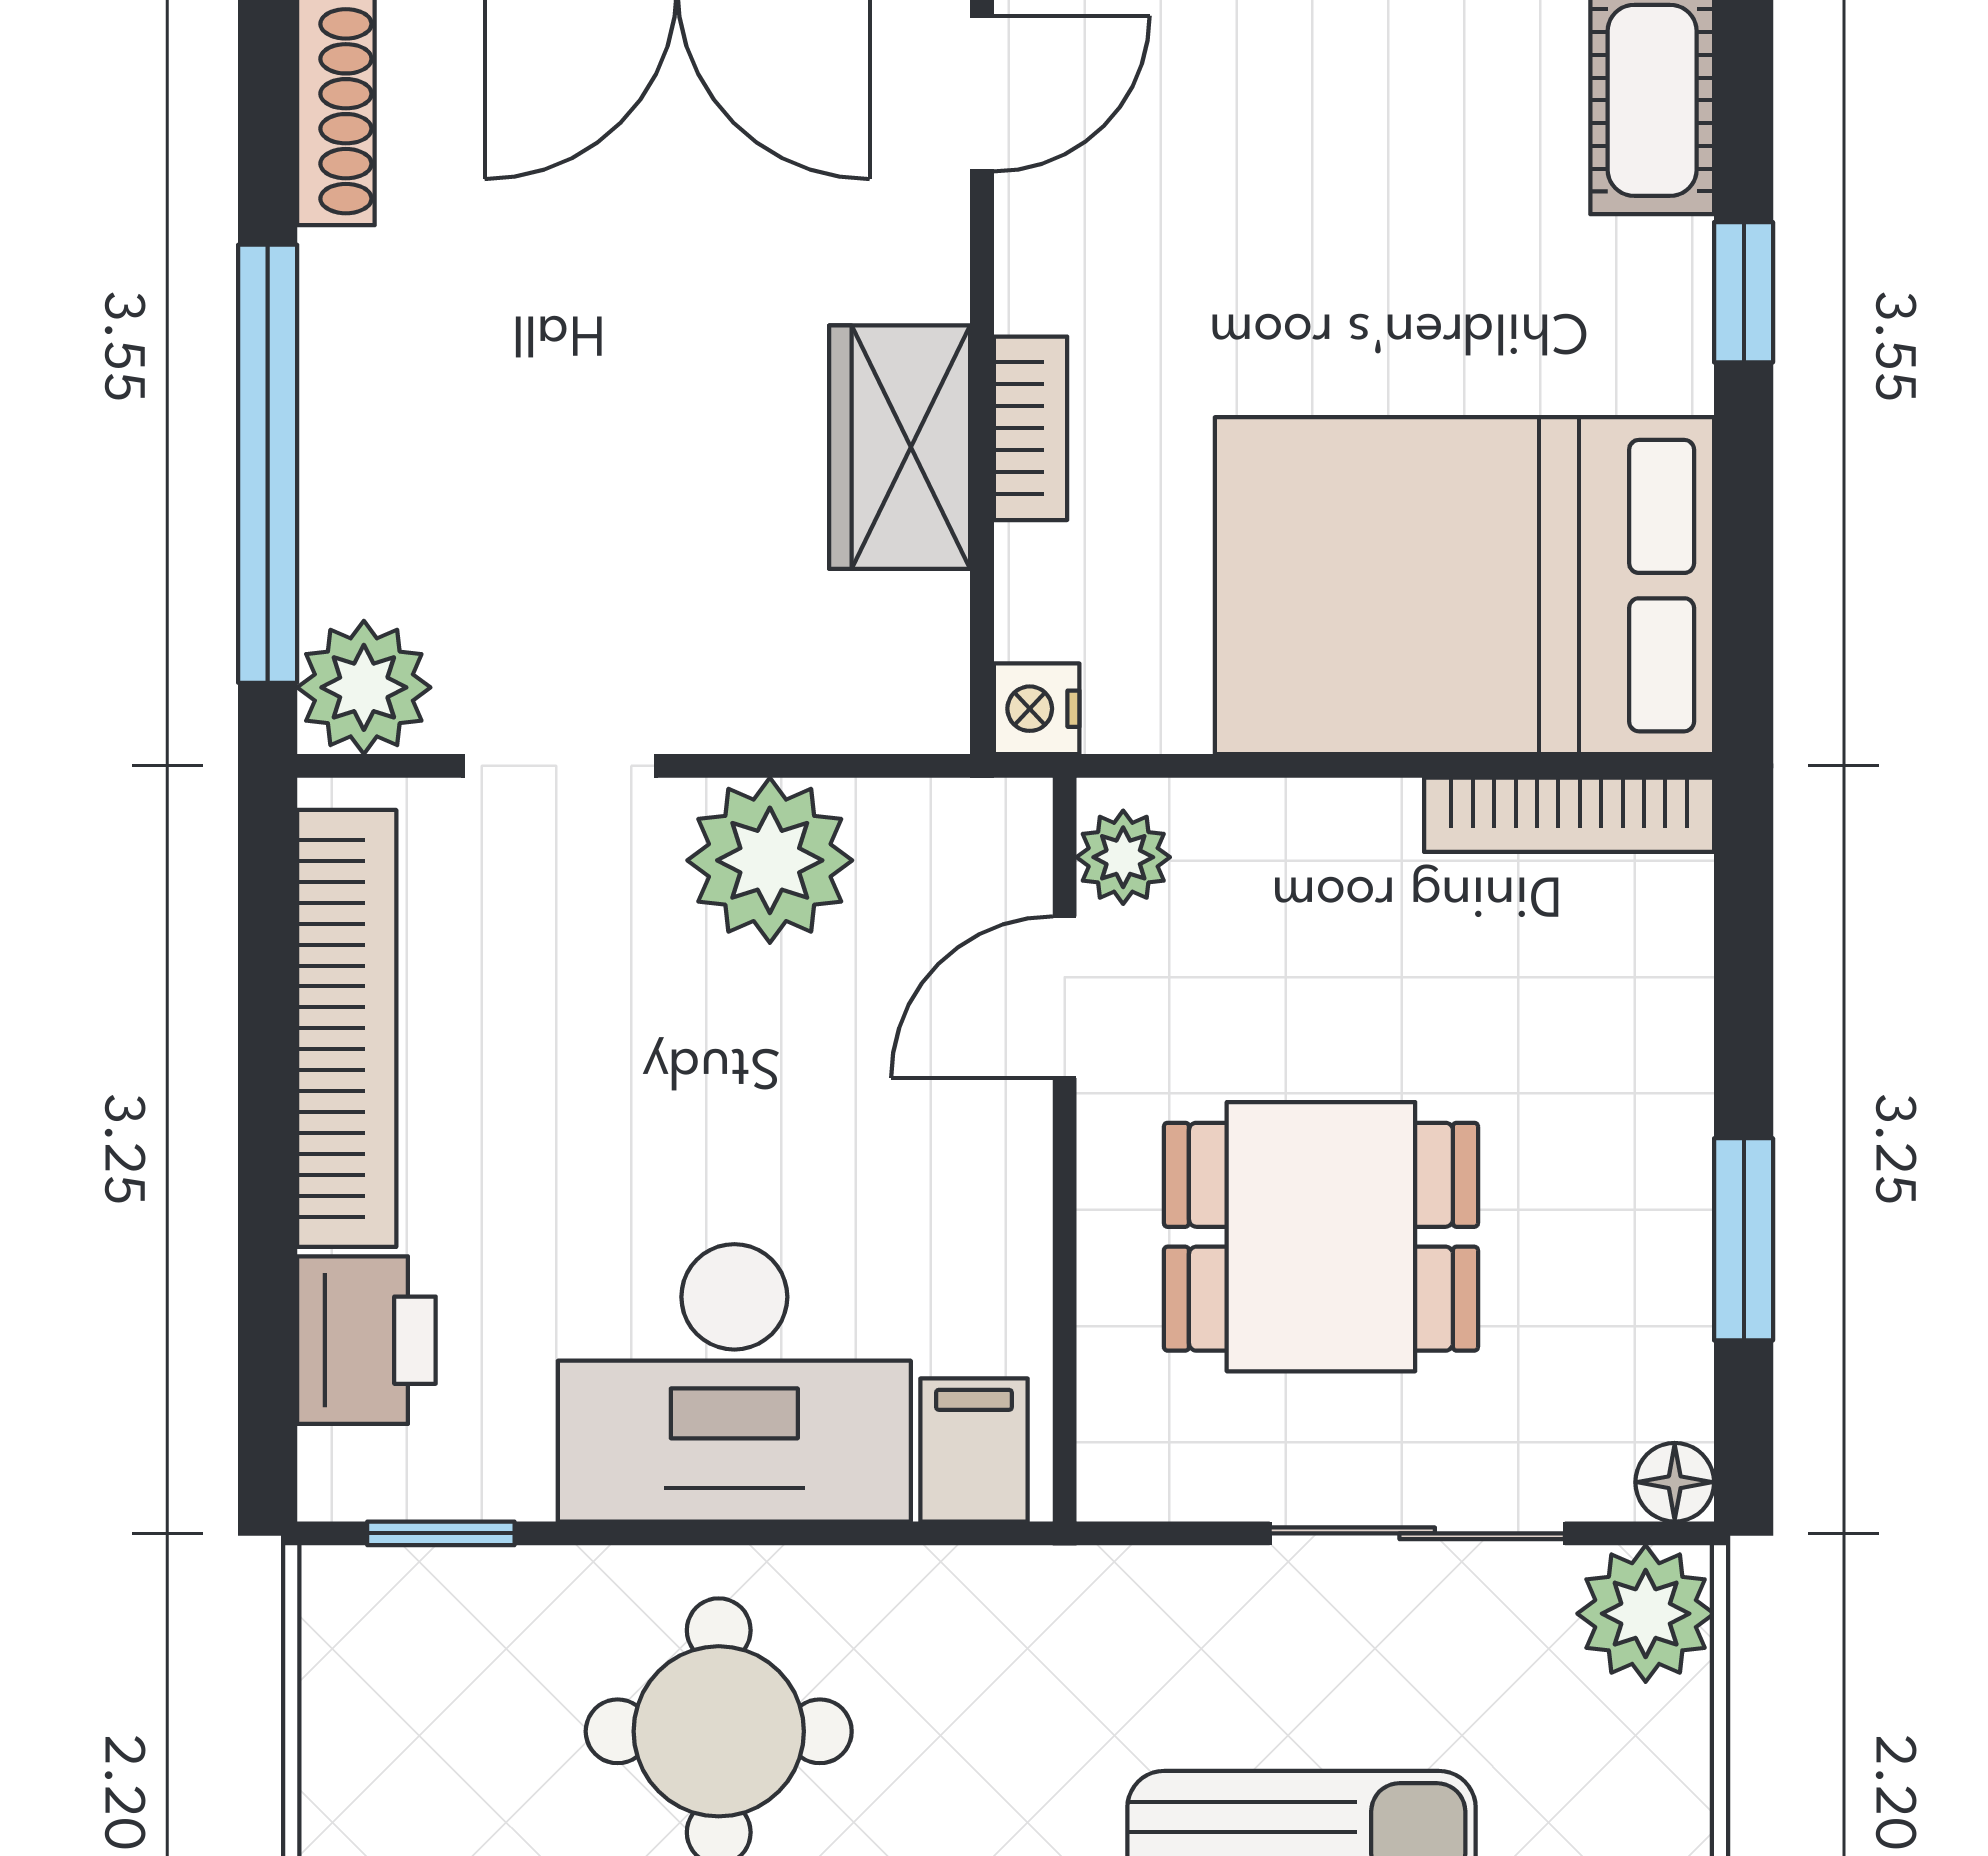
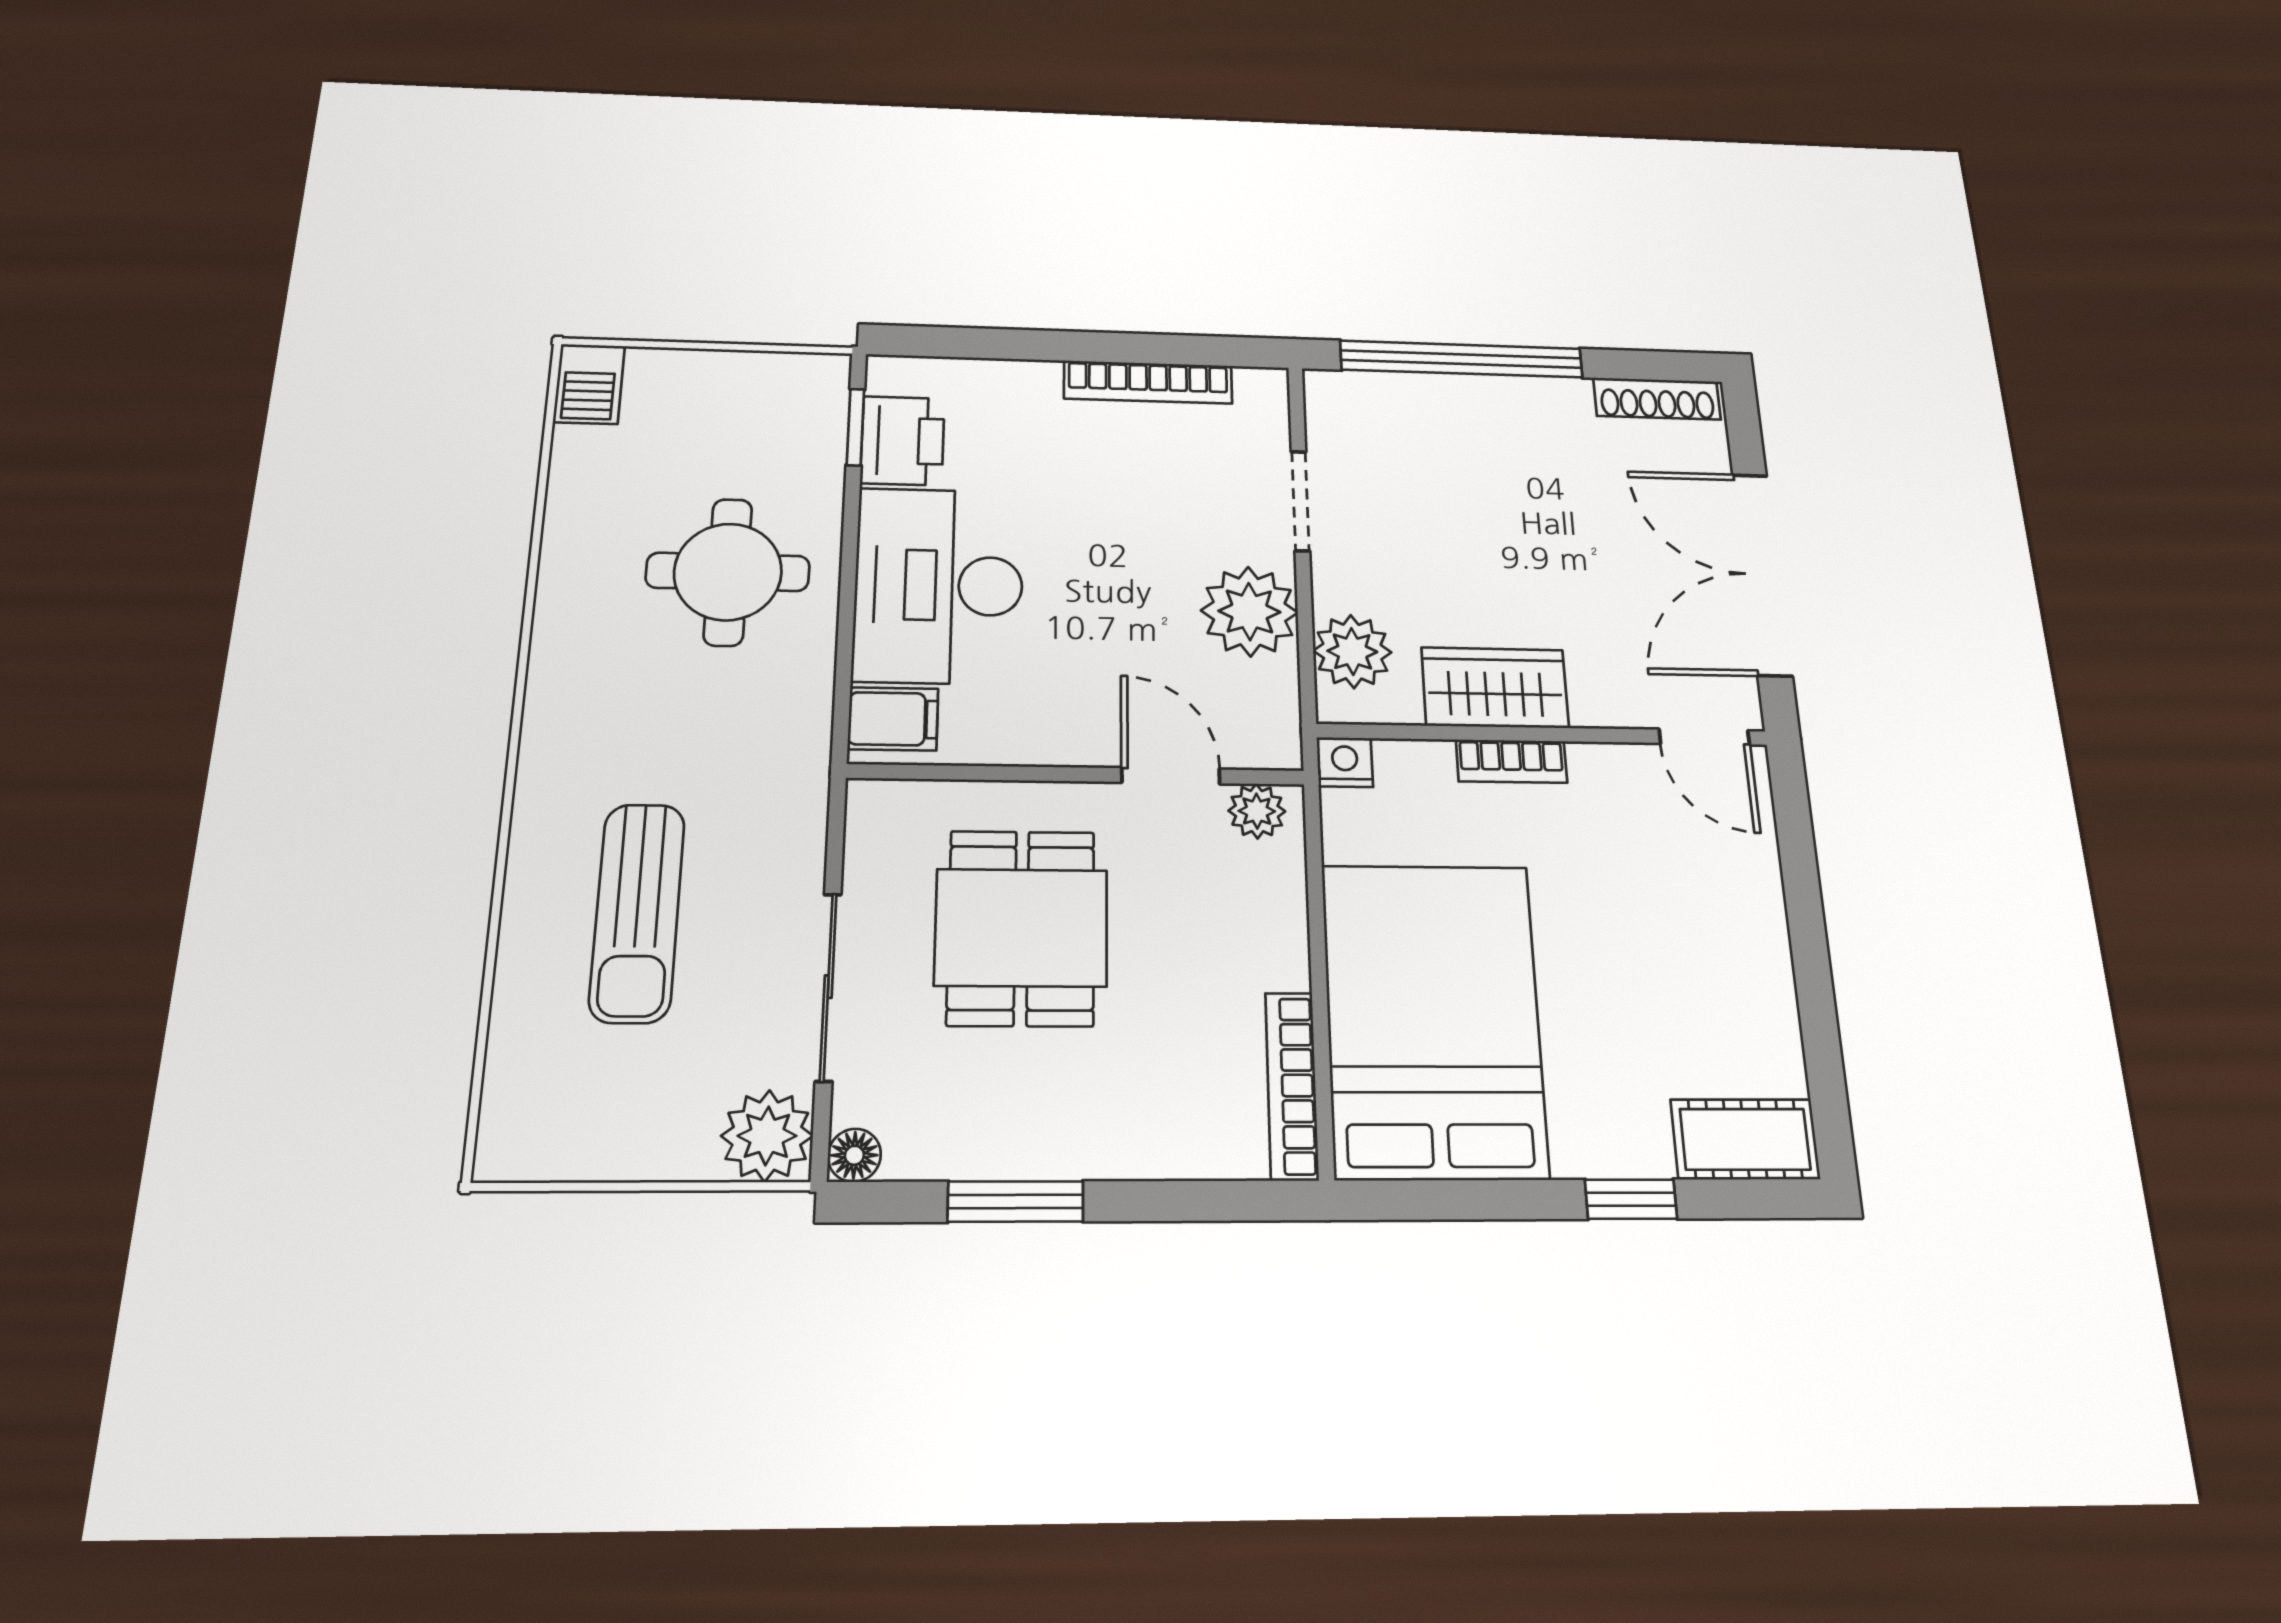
plant: (364, 687) -> (1352, 651), moved
bookcase: (347, 1028) -> (1148, 382), width x0.68, depth x0.76
printer: (366, 1340) -> (903, 441), moved, turned -90

